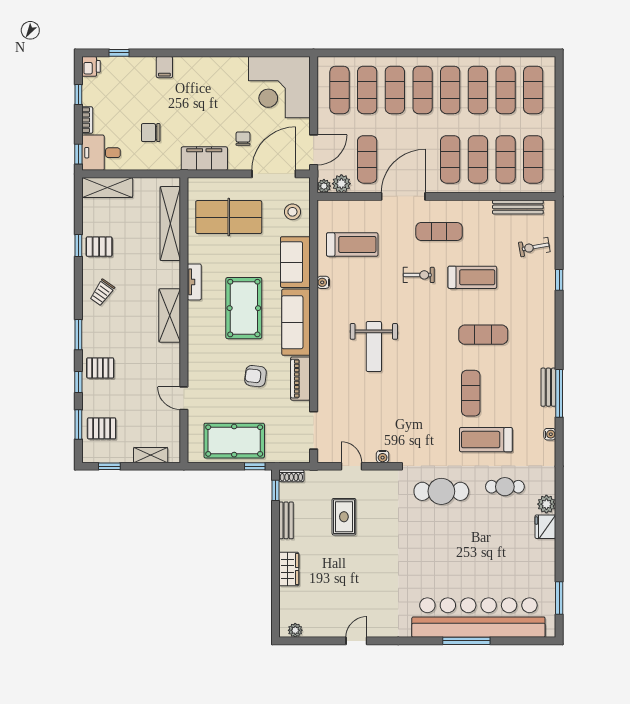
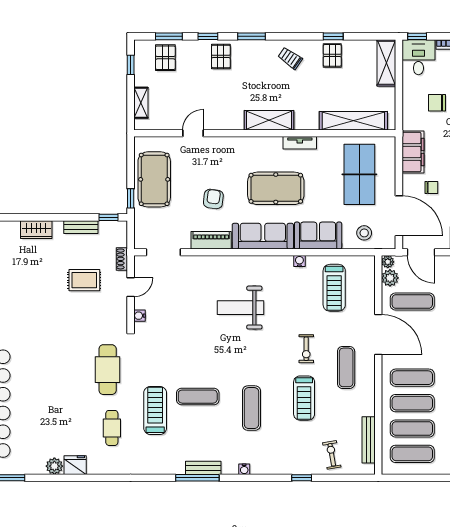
chair: (151, 133) -> (437, 103), turned -90
water cooler: (550, 434) -> (244, 469), moved
shoe rack: (291, 476) -> (122, 259), moved
plant: (546, 504) -> (54, 466), moved

